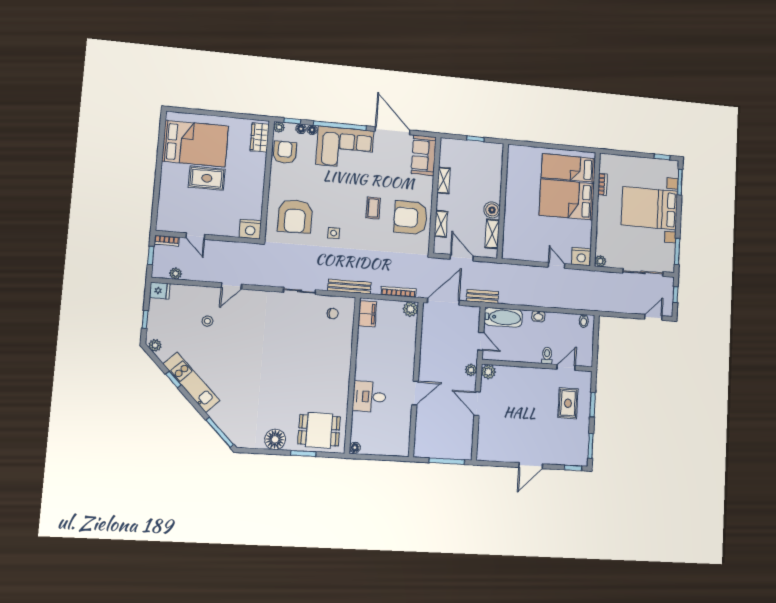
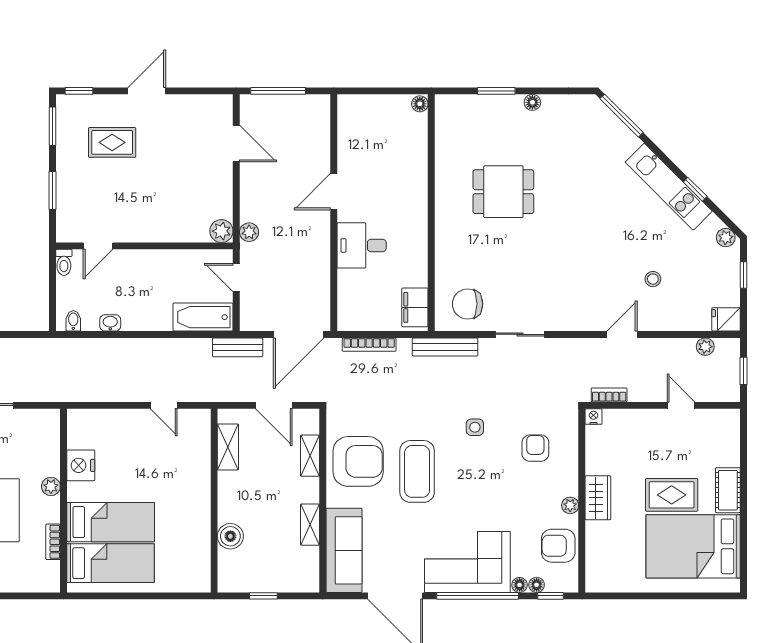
plant: (279, 127) -> (570, 505), moved
wardrobe: (260, 137) -> (598, 498), moved
armchair: (285, 152) -> (558, 546), turned 90
sofa: (424, 155) -> (344, 550), width x1.36
cot: (168, 178) -> (728, 490), added
bed: (567, 199) -> (111, 522), width x0.67
coffee table: (373, 208) -> (417, 471), width x1.86, depth x1.72
boiler: (492, 210) -> (230, 536), moved
armchair: (295, 216) -> (535, 448), width x0.53, depth x0.53
nightstand: (250, 229) -> (593, 417), width x0.53, depth x0.56
bookcase: (167, 241) -> (609, 395), moved
nightstand: (581, 257) -> (81, 465), moved, turned -90
plant: (600, 261) -> (51, 486), moved
door: (556, 265) -> (164, 405), moved
plant: (411, 309) -> (349, 319), removed
chair: (333, 313) -> (468, 304), width x1.87, depth x1.87
washbasin: (538, 316) -> (110, 323), moved
toilet: (547, 356) -> (64, 262), moved
desk: (369, 397) -> (362, 245), moved, turned 180
rug: (568, 403) -> (112, 142), moved, turned 90
door: (477, 404) -> (236, 143), moved
dining table: (319, 430) -> (503, 192), moved
floor lamp: (275, 439) -> (532, 102), width x0.53, depth x0.53

